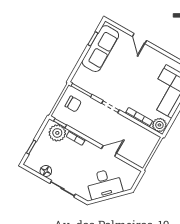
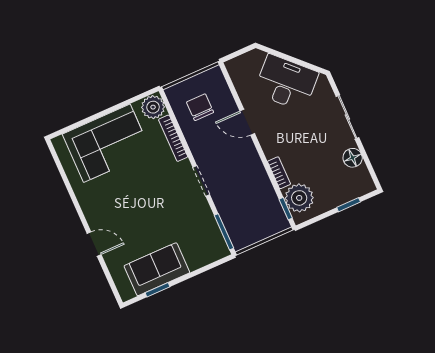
door: (139, 39) -> (94, 244), hinge flipped
sofa: (100, 49) -> (157, 269), width x0.73
chair: (73, 104) -> (200, 107), moved

